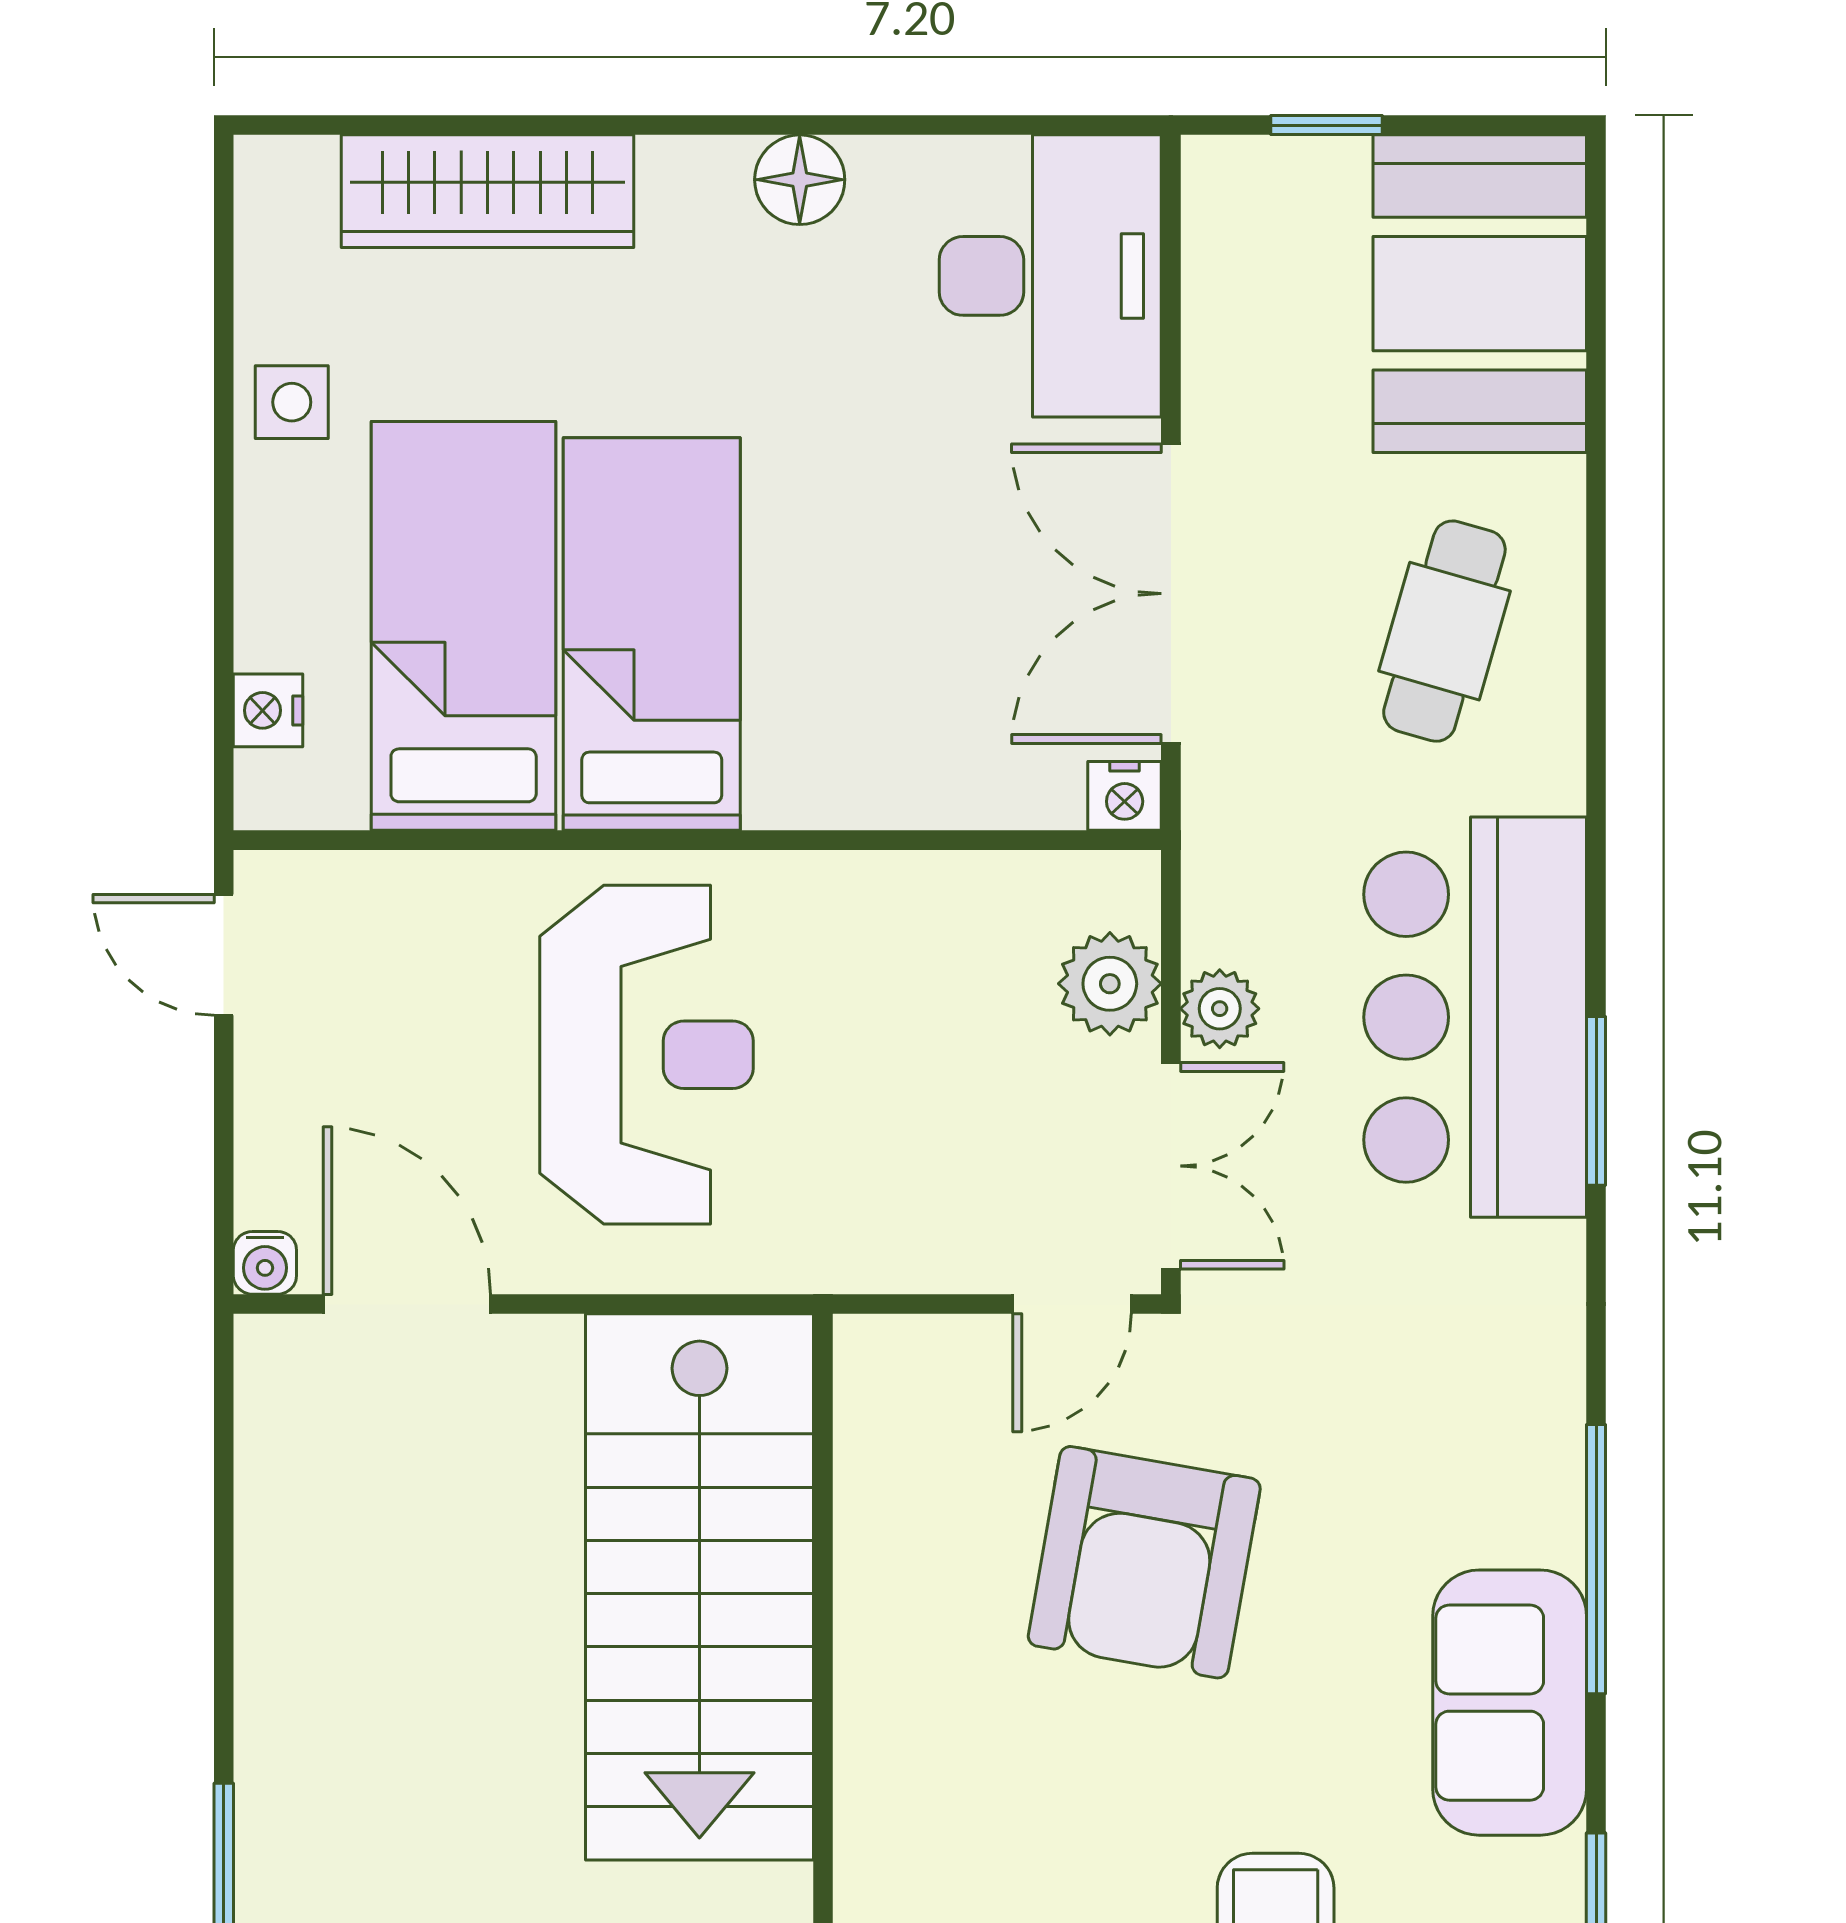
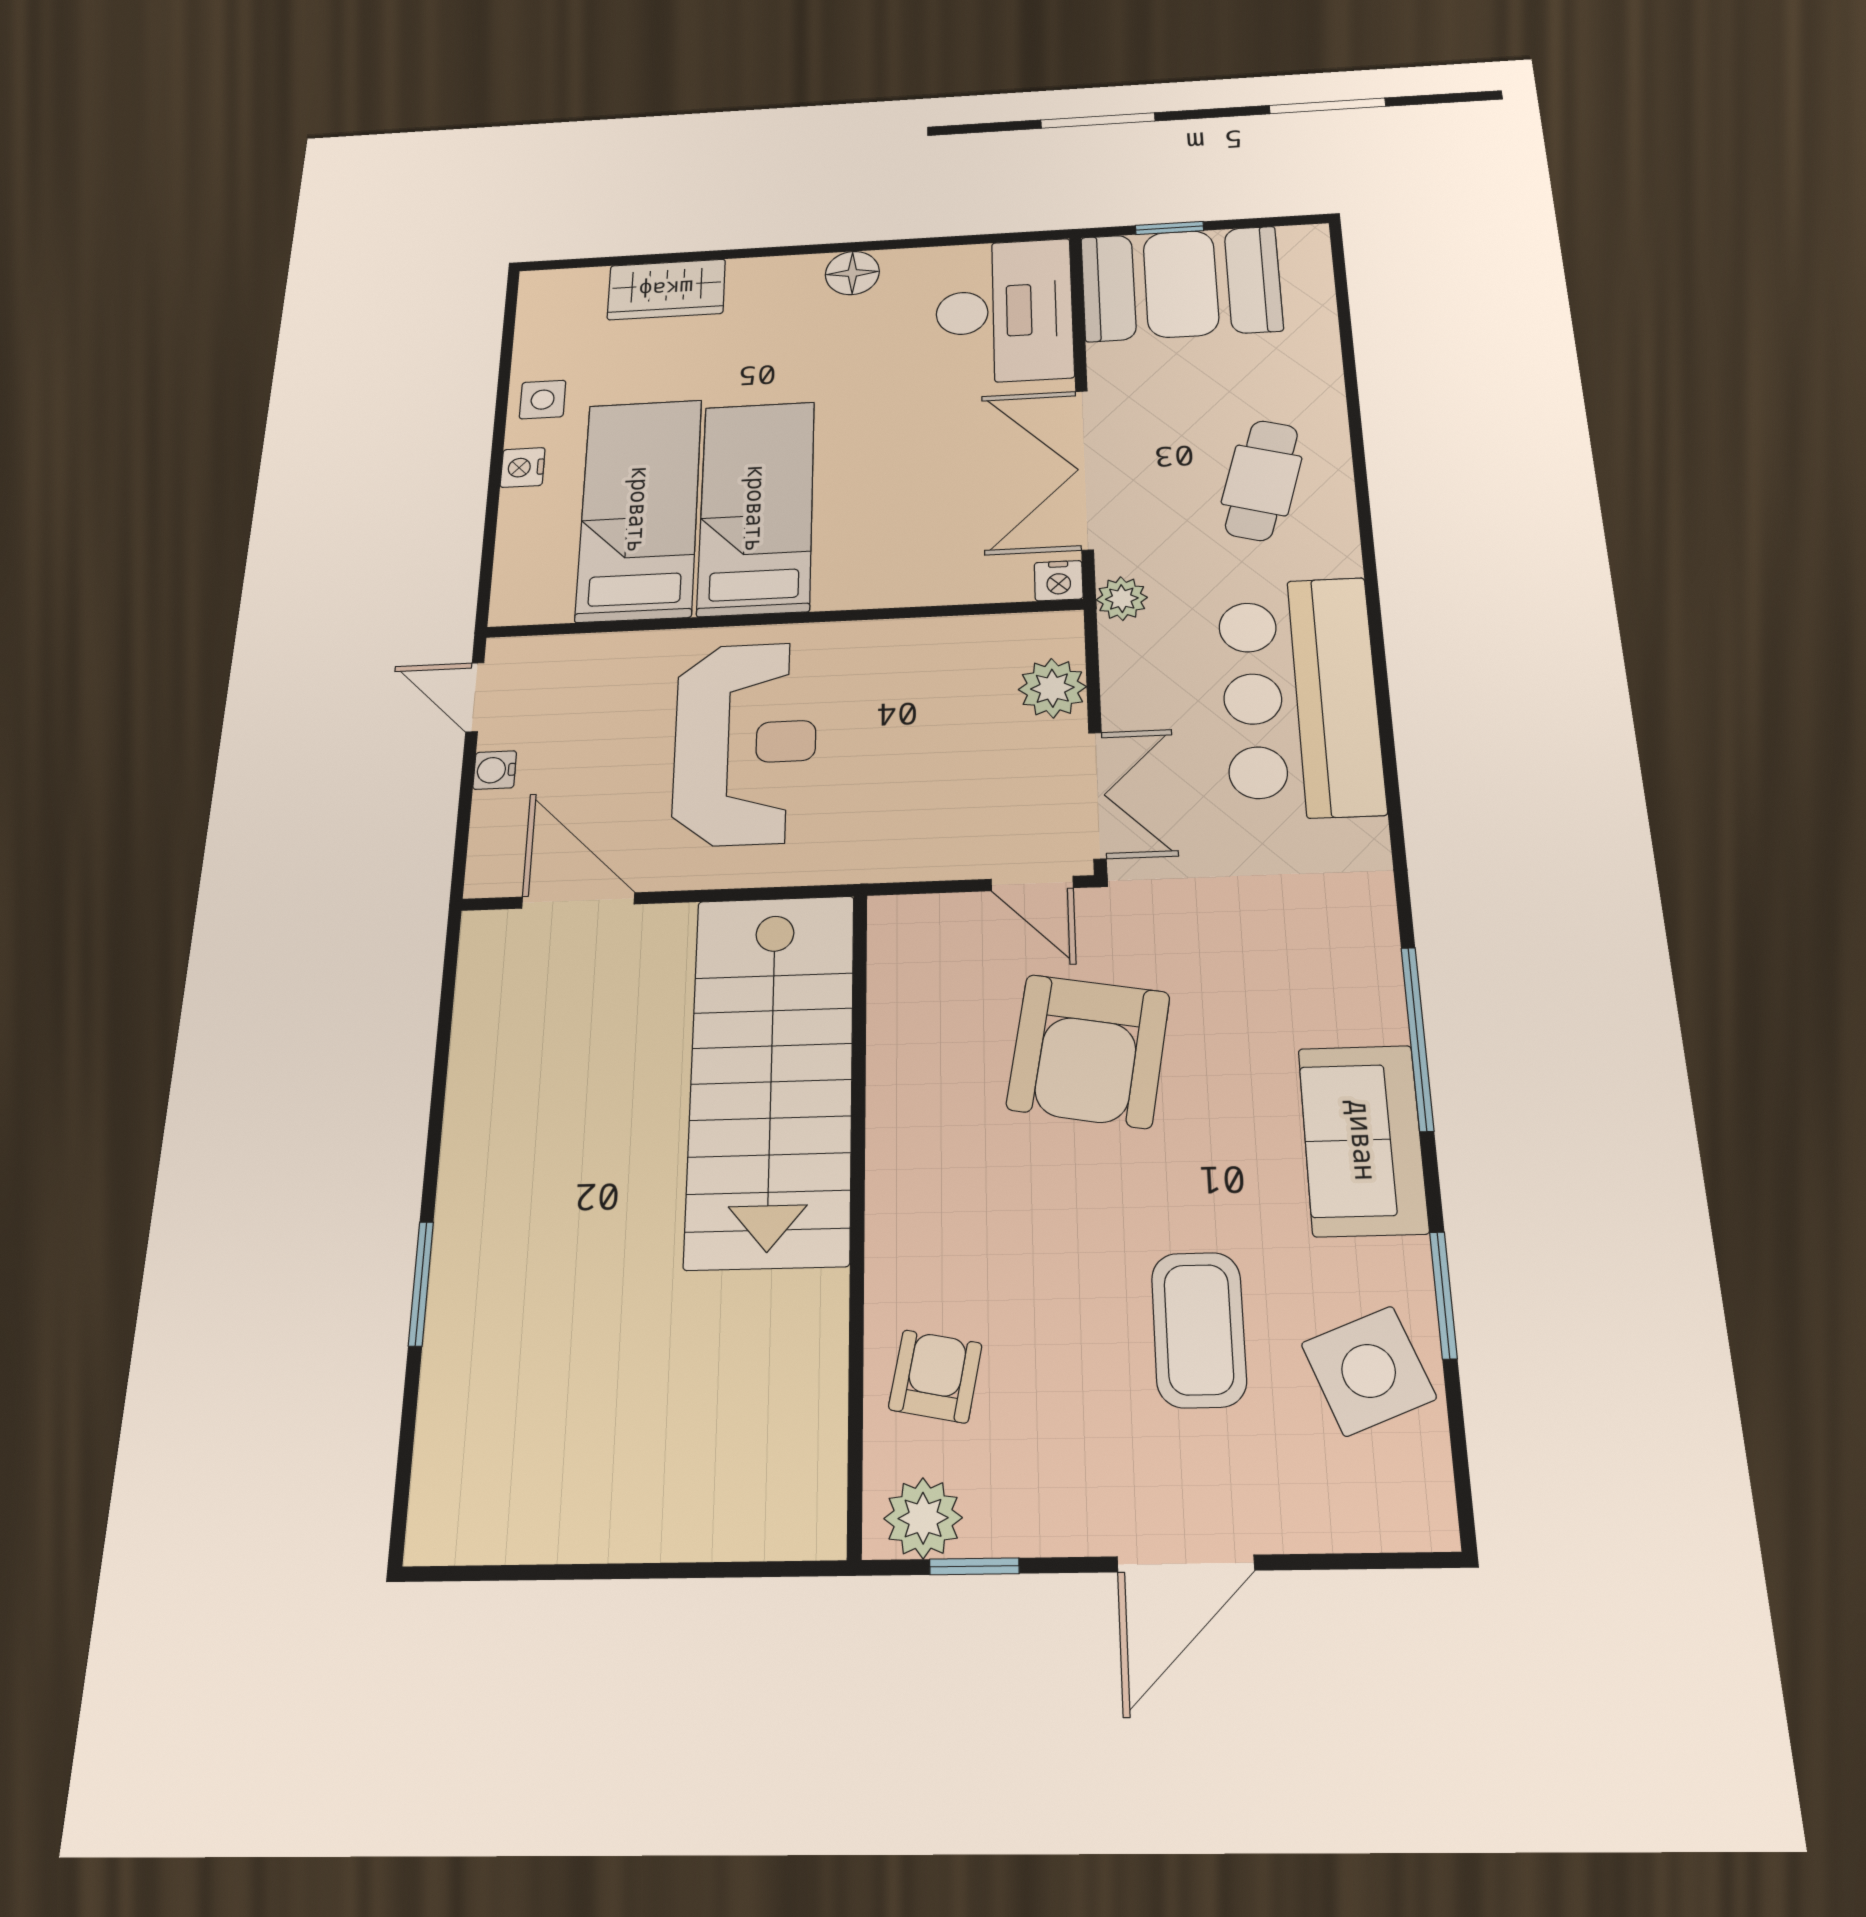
wardrobe: (488, 191) -> (666, 289), width x0.67
booth: (1480, 294) -> (1181, 284), moved, turned 90
nightstand: (268, 710) -> (523, 467), moved
plant: (1220, 1009) -> (1122, 599), moved
window: (1596, 1101) -> (1387, 744), removed
water cooler: (265, 1263) -> (495, 770), moved, turned 90
door: (1072, 1304) -> (1032, 884), hinge flipped

